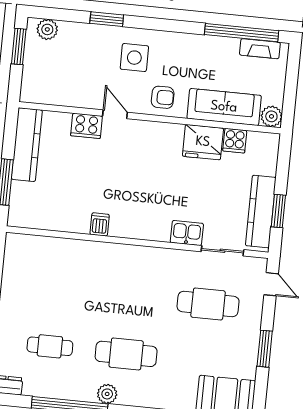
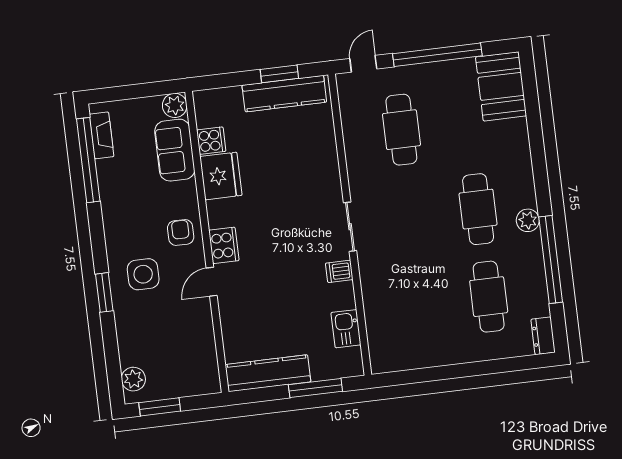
window: (107, 19) -> (104, 292), moved
sofa: (224, 107) -> (175, 150), width x0.73
cooker: (86, 126) -> (224, 245), moved
kitchen sink: (187, 233) -> (346, 329), moved
sliding door: (222, 251) -> (350, 227), moved
cafe table: (50, 346) -> (489, 297), width x1.37, depth x1.35
window: (265, 349) -> (437, 55), width x2.11

